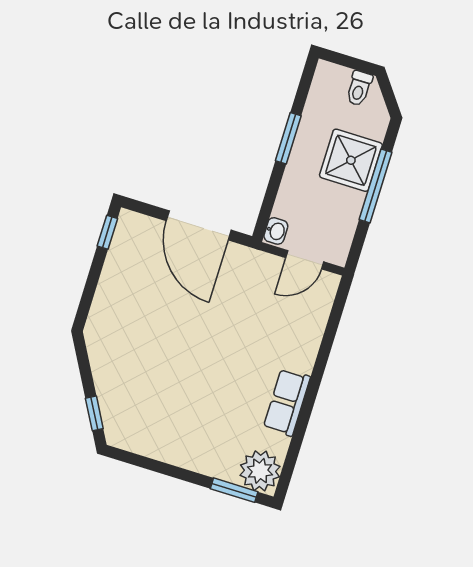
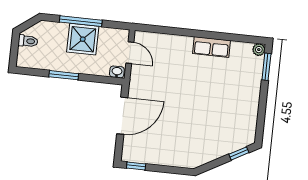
shower: (351, 160) -> (83, 39), moved
plant: (260, 471) -> (259, 50), width x0.53, depth x0.53

